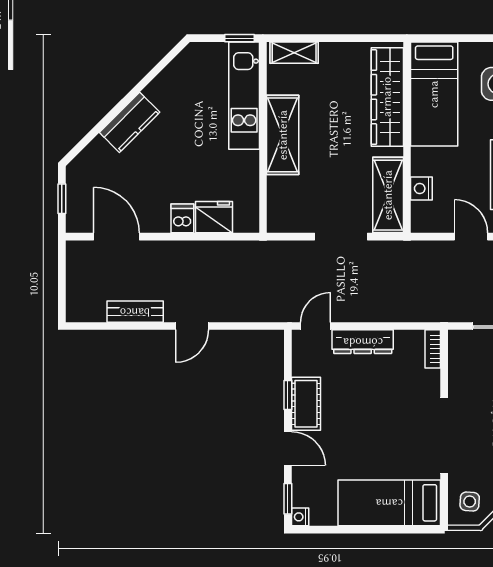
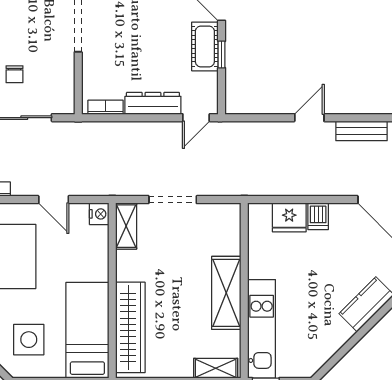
nightstand: (421, 189) -> (99, 214), moved
shelving: (388, 195) -> (126, 226), width x0.67, depth x0.75
bookcase: (433, 349) -> (106, 107), moved, turned -90

